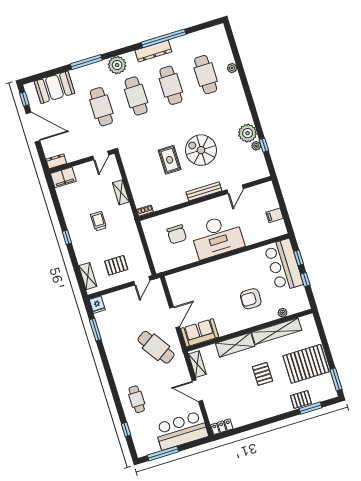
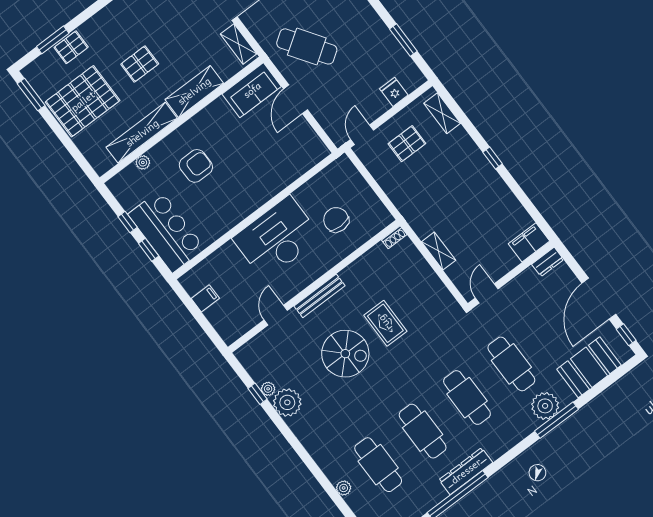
plant: (117, 65) -> (545, 406), moved
door: (33, 127) -> (599, 299), hinge flipped
trolley: (99, 221) -> (456, 198), removed
fridge: (97, 305) -> (394, 92), moved
pallet: (263, 374) -> (140, 64), turned 90

